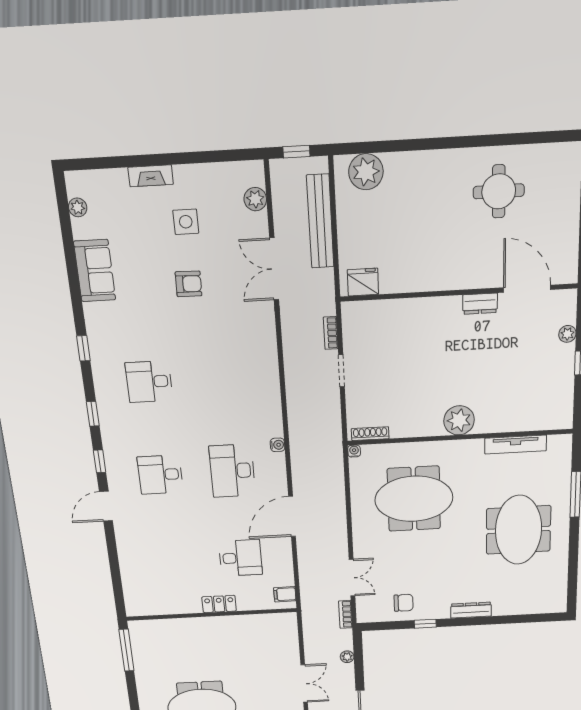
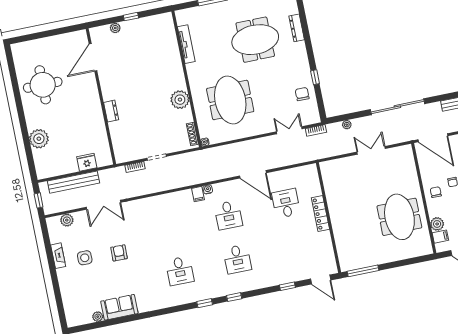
plant: (366, 172) -> (39, 139), moved
fireplace: (151, 176) -> (58, 256), moved
round table: (499, 191) -> (43, 85), width x1.36, depth x1.36
plant: (78, 207) -> (98, 317), moved
fridge: (363, 282) -> (87, 162), moved, turned 90
dresser: (480, 304) -> (111, 111), moved
window: (83, 348) -> (287, 286), moved
plant: (459, 420) -> (180, 100), moved
desk: (232, 471) -> (228, 215), width x0.73
door: (106, 506) -> (321, 280), moved
meeting table: (518, 530) -> (255, 40), moved
filing cabinet: (285, 594) -> (198, 194), moved
locker: (219, 604) -> (320, 213), width x1.53
dresser: (471, 610) -> (297, 28), moved

